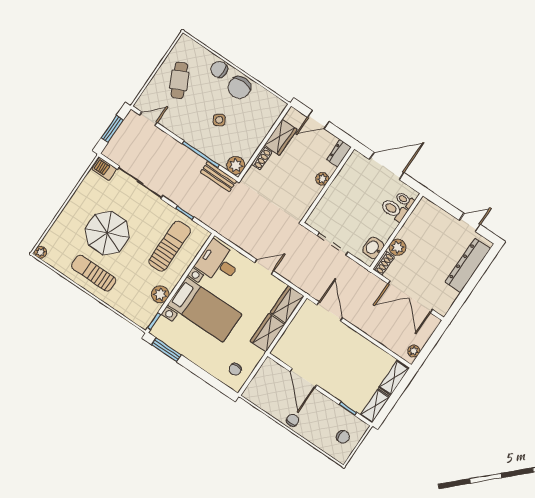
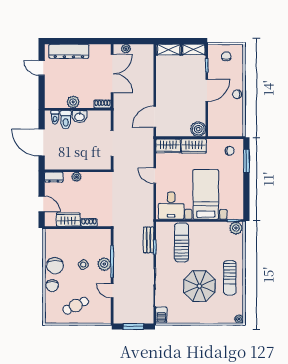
chair: (239, 88) -> (55, 266), turned 90
door: (148, 119) -> (112, 291), moved
plant: (236, 165) -> (104, 264), moved
bench: (219, 177) -> (149, 240), moved
sun lounger: (170, 246) -> (181, 242), turned 90
plant: (398, 247) -> (73, 102), moved
washbasin: (373, 248) -> (80, 117), moved
plant: (160, 294) -> (236, 228), moved
window: (166, 350) -> (246, 161), moved
boiler: (283, 351) -> (198, 129), added
plant: (414, 351) -> (126, 49), moved
door: (303, 378) -> (207, 90), moved

